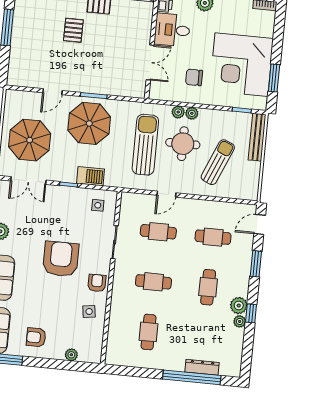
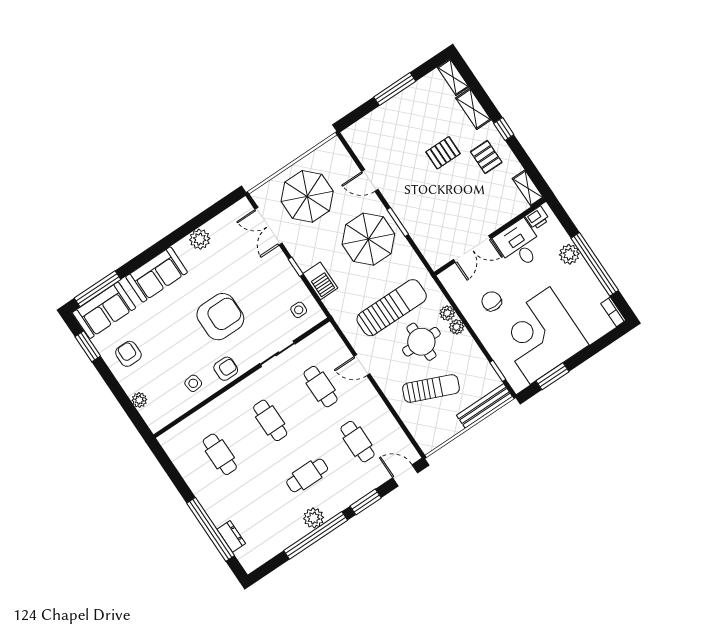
window: (251, 313) -> (316, 535), width x3.17
plant: (240, 321) -> (299, 531), removed
cafe table: (149, 332) -> (220, 454), turned 90
dresser: (202, 367) -> (231, 536), width x0.70

